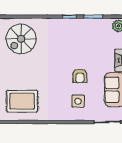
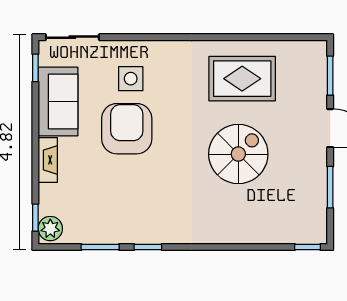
spiral stairs: (21, 39) -> (238, 154), moved
armchair: (80, 76) -> (127, 129), width x1.88, depth x1.88

